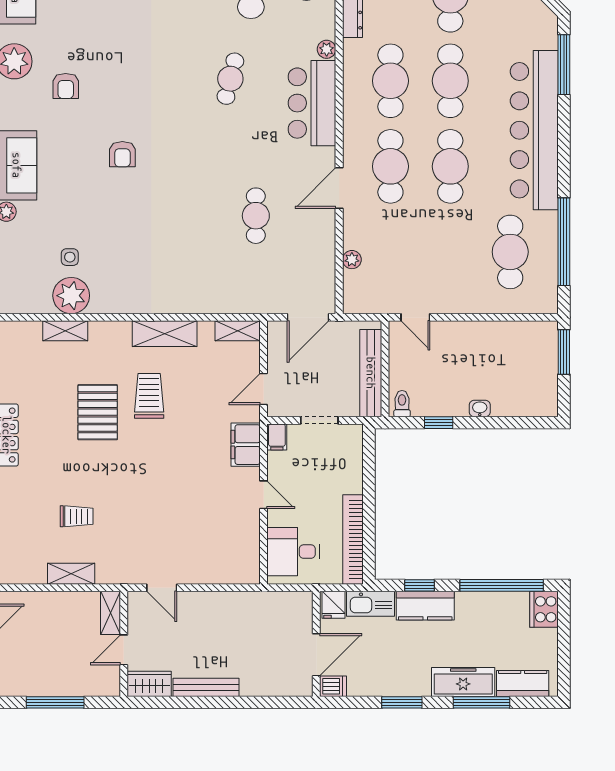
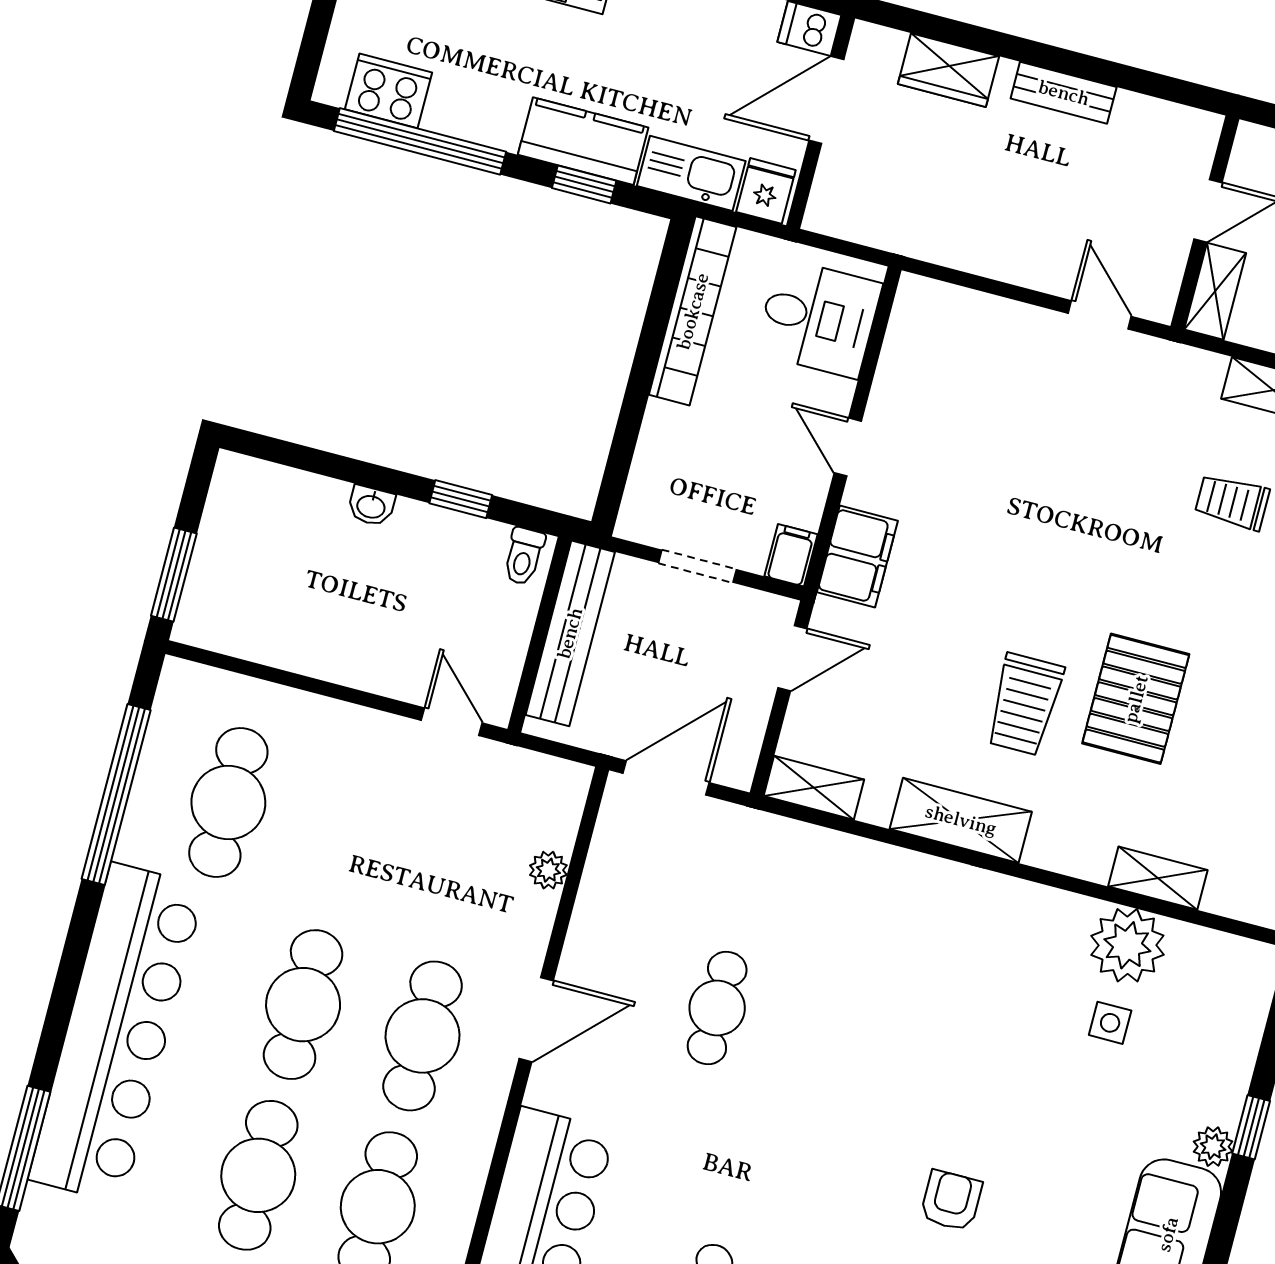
cooker: (544, 609) -> (389, 91), moved, turned -90
wardrobe: (149, 684) -> (948, 70), moved
bench: (206, 687) -> (1064, 93), width x0.73

